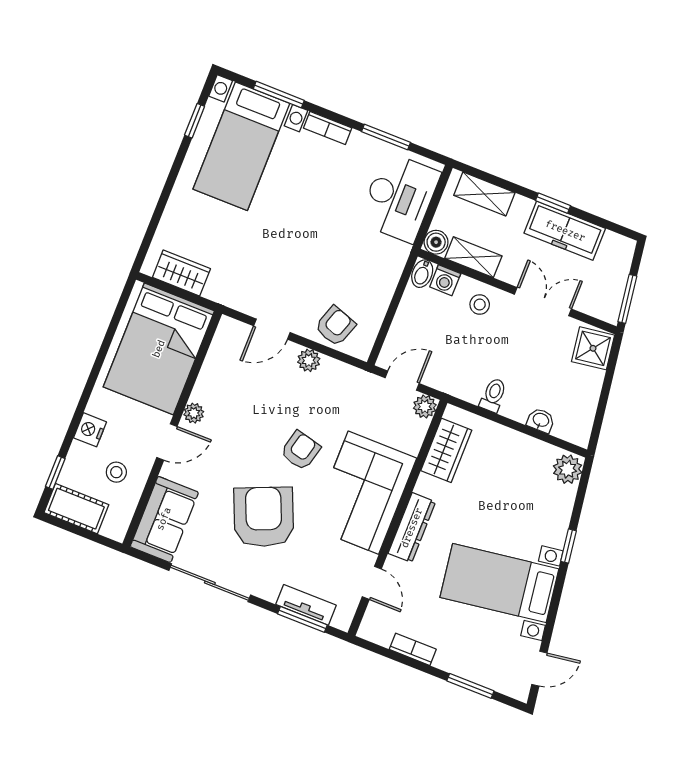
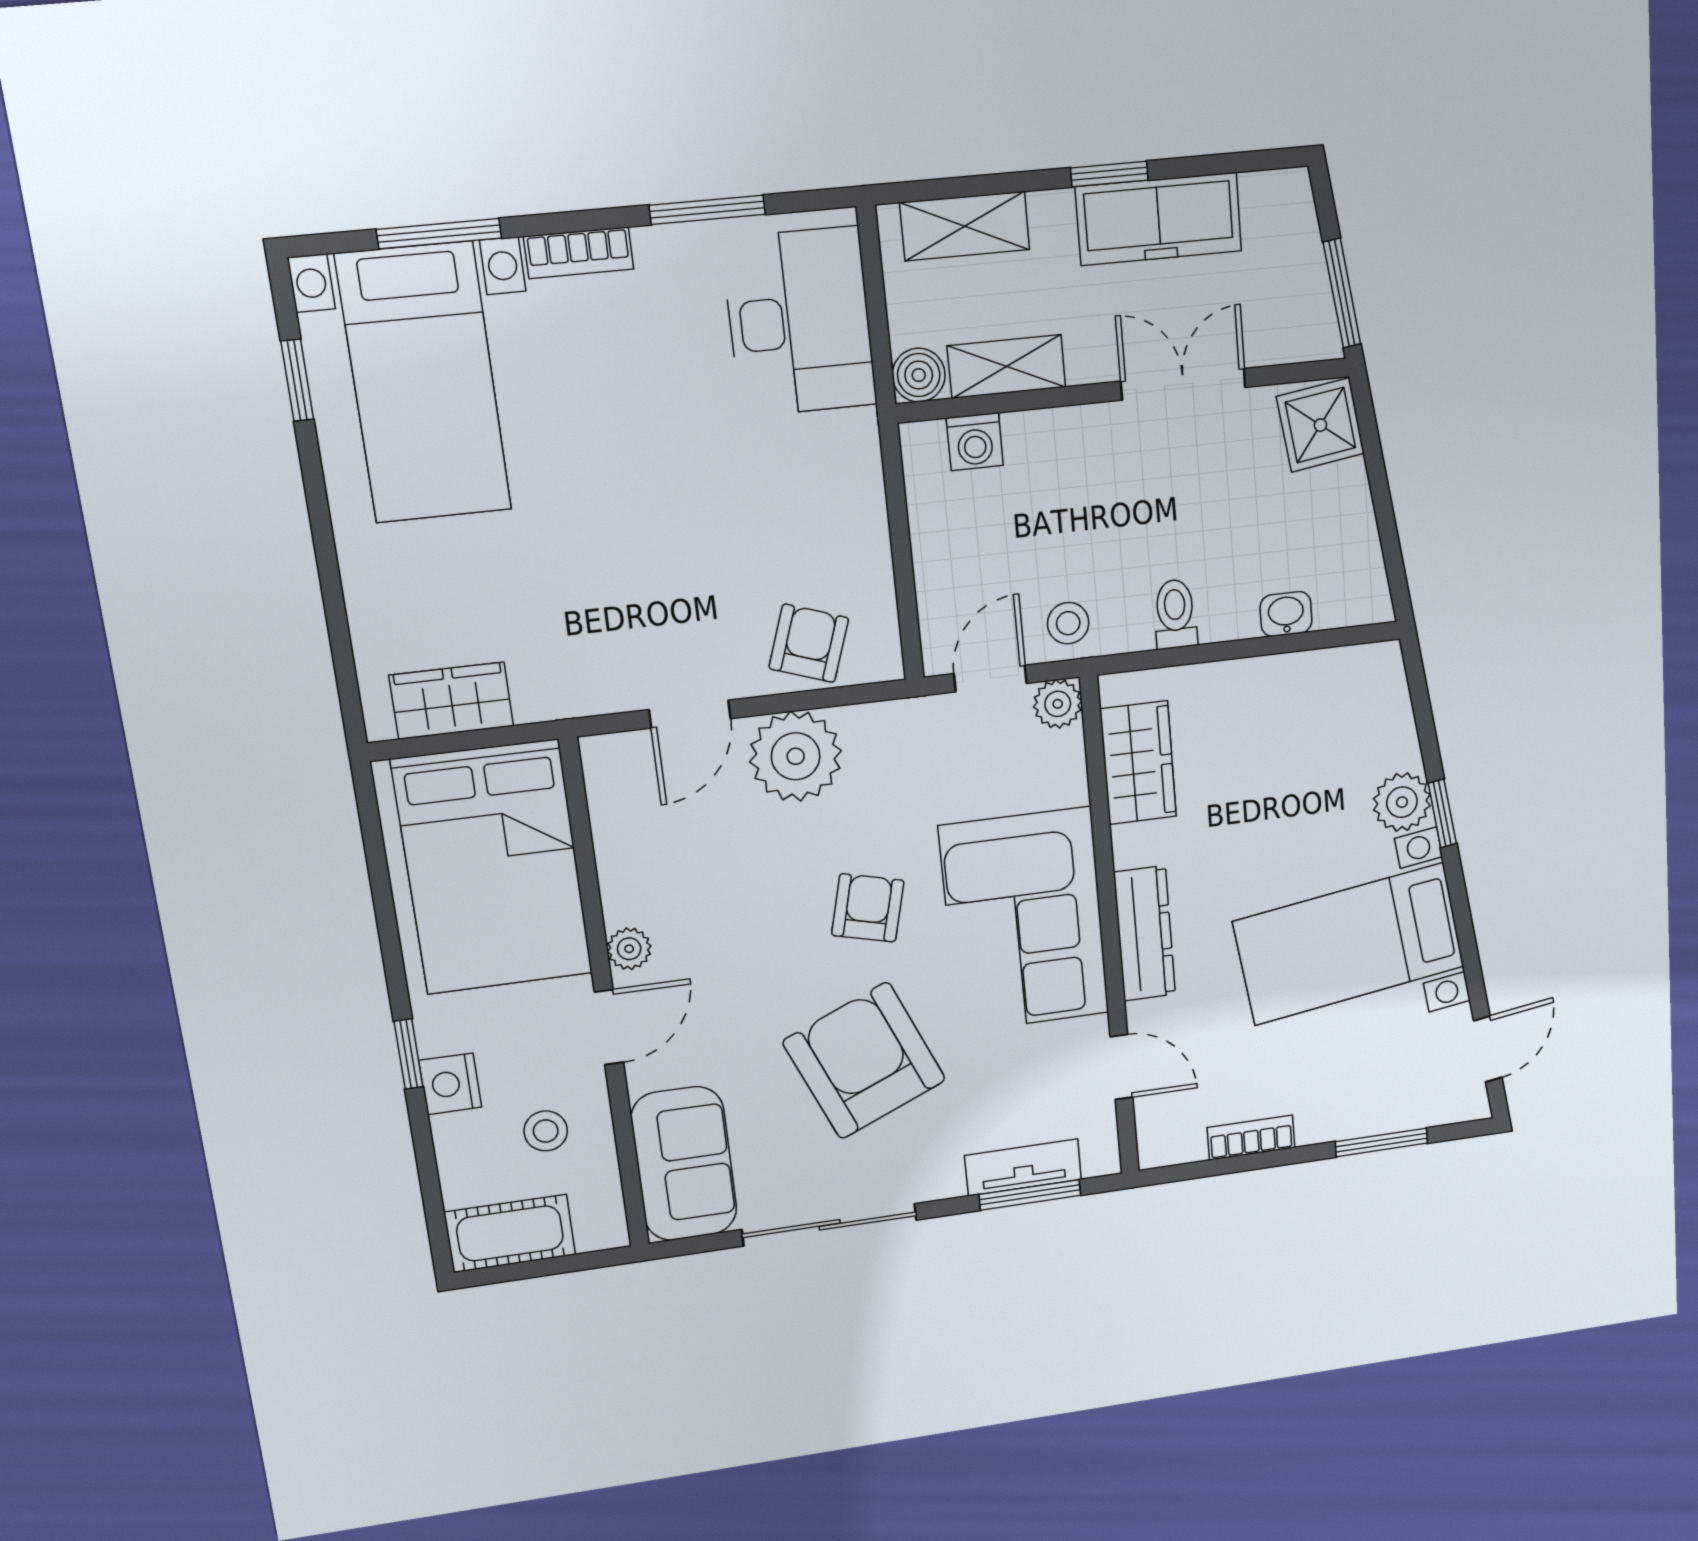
bidet: (422, 274) -> (923, 452), removed
stool: (480, 305) -> (1068, 623), moved
plant: (309, 360) -> (796, 756), width x1.88, depth x1.88
plant: (568, 469) -> (1402, 802), moved
window: (55, 472) -> (408, 1054), moved

